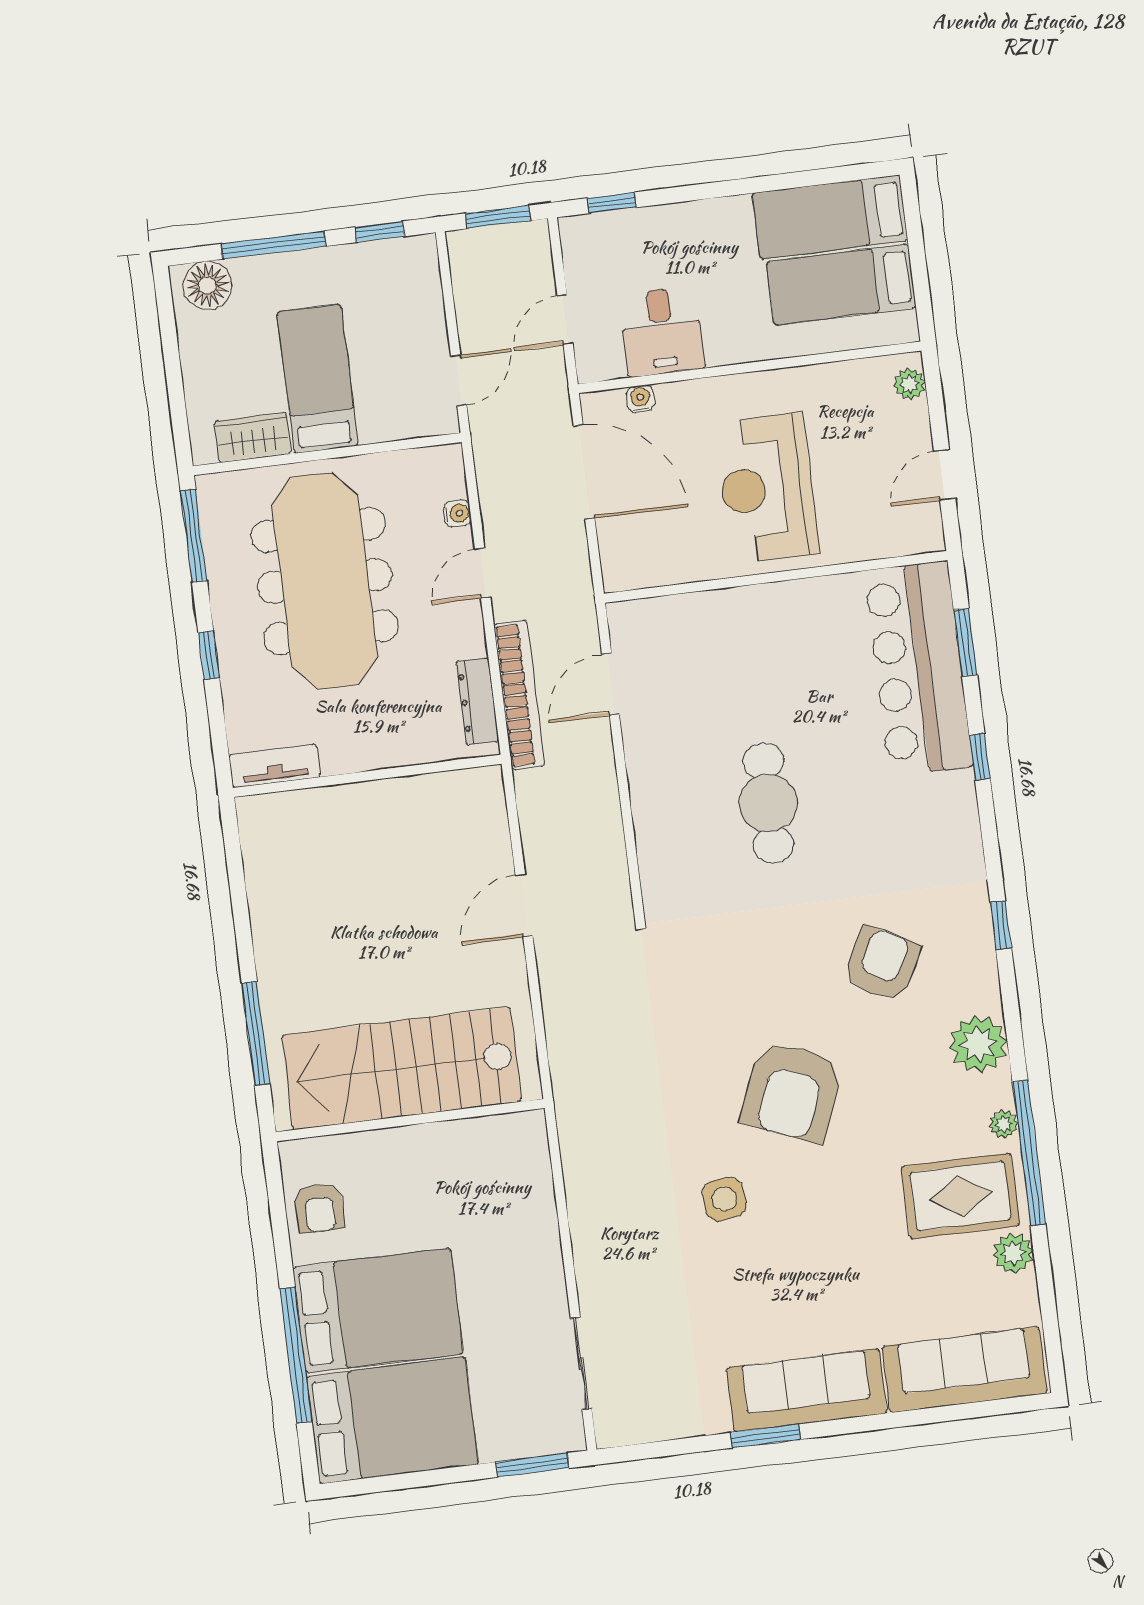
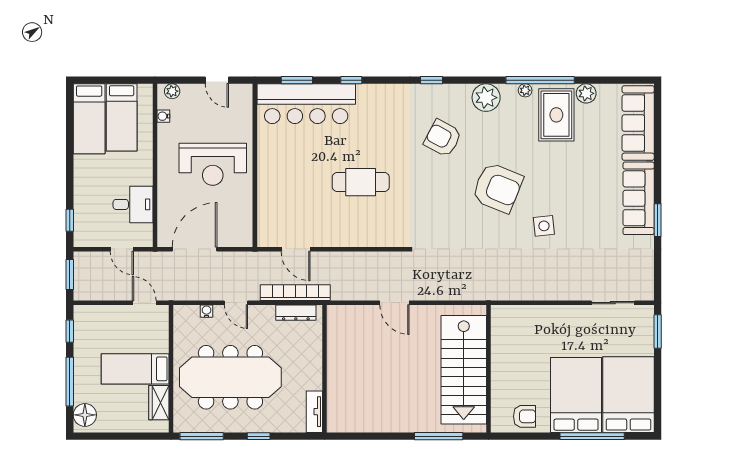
water cooler: (640, 399) -> (163, 116), moved

